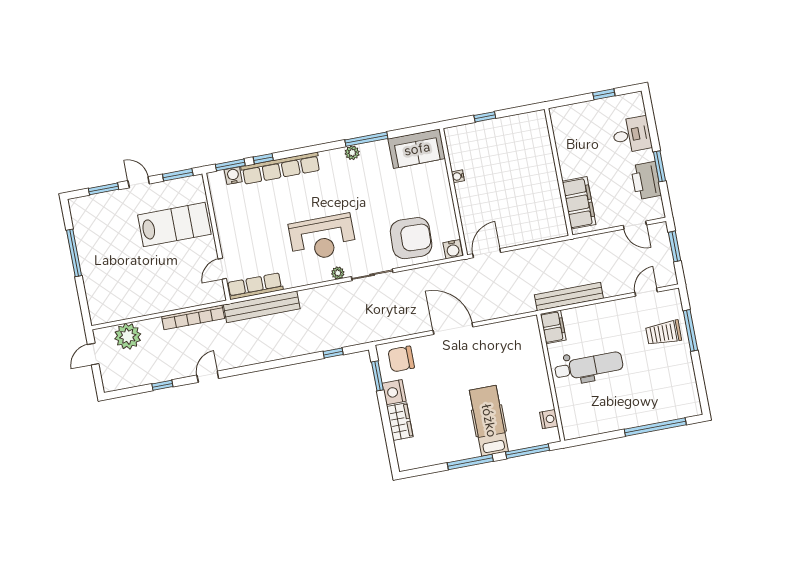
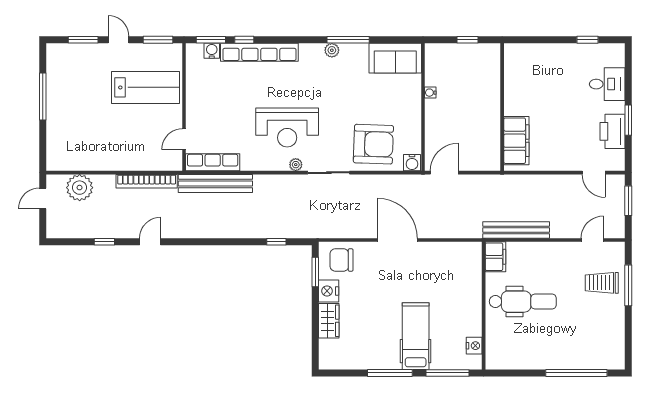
wall: (559, 172) -> (502, 107), moved
filing cabinet: (579, 203) -> (516, 141), moved

